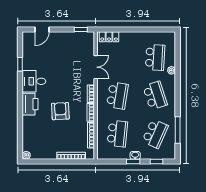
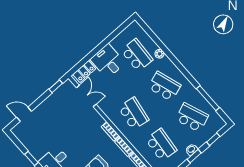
door: (42, 30) -> (24, 114), swing flipped
desk: (131, 44) -> (108, 61), added
double door: (96, 67) -> (86, 96), moved
school desk: (155, 134) -> (192, 117), turned -45

